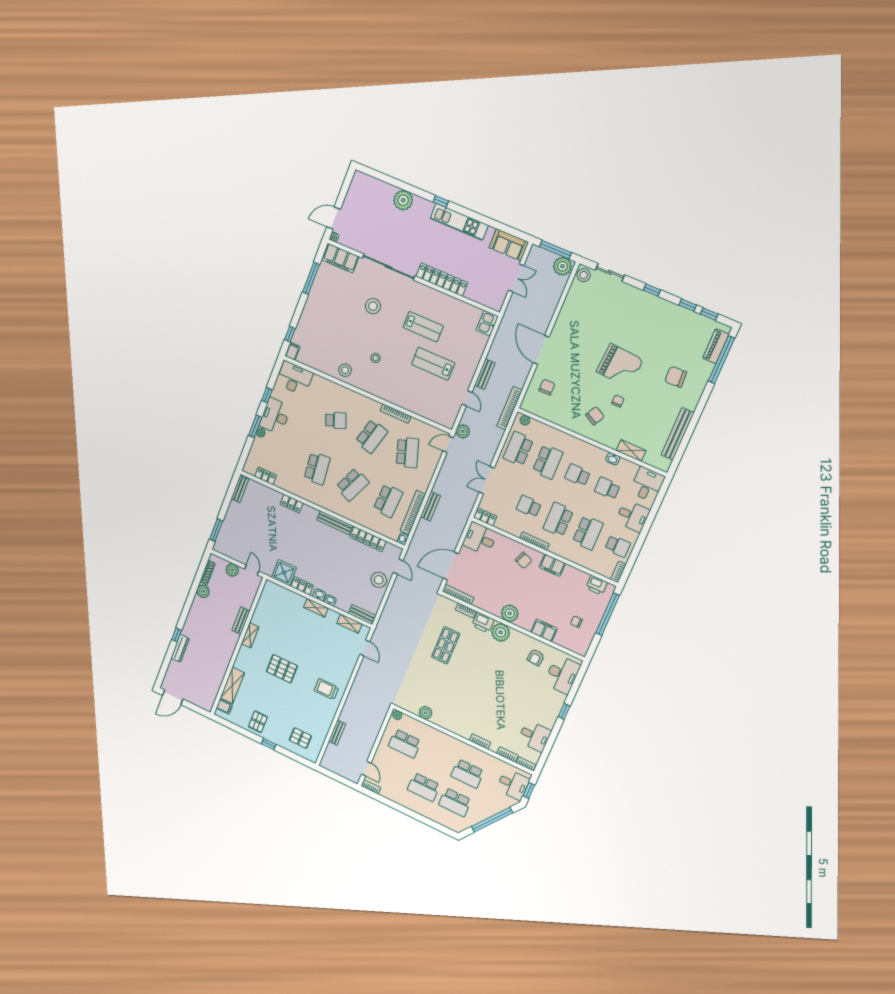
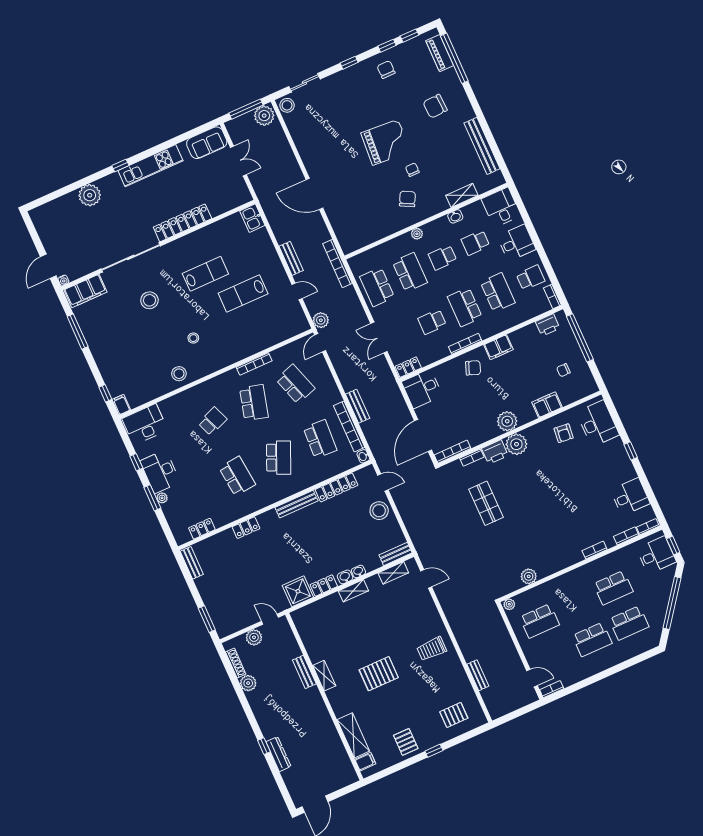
chair: (547, 387) -> (386, 70), moved
plant: (525, 420) -> (417, 234), moved

